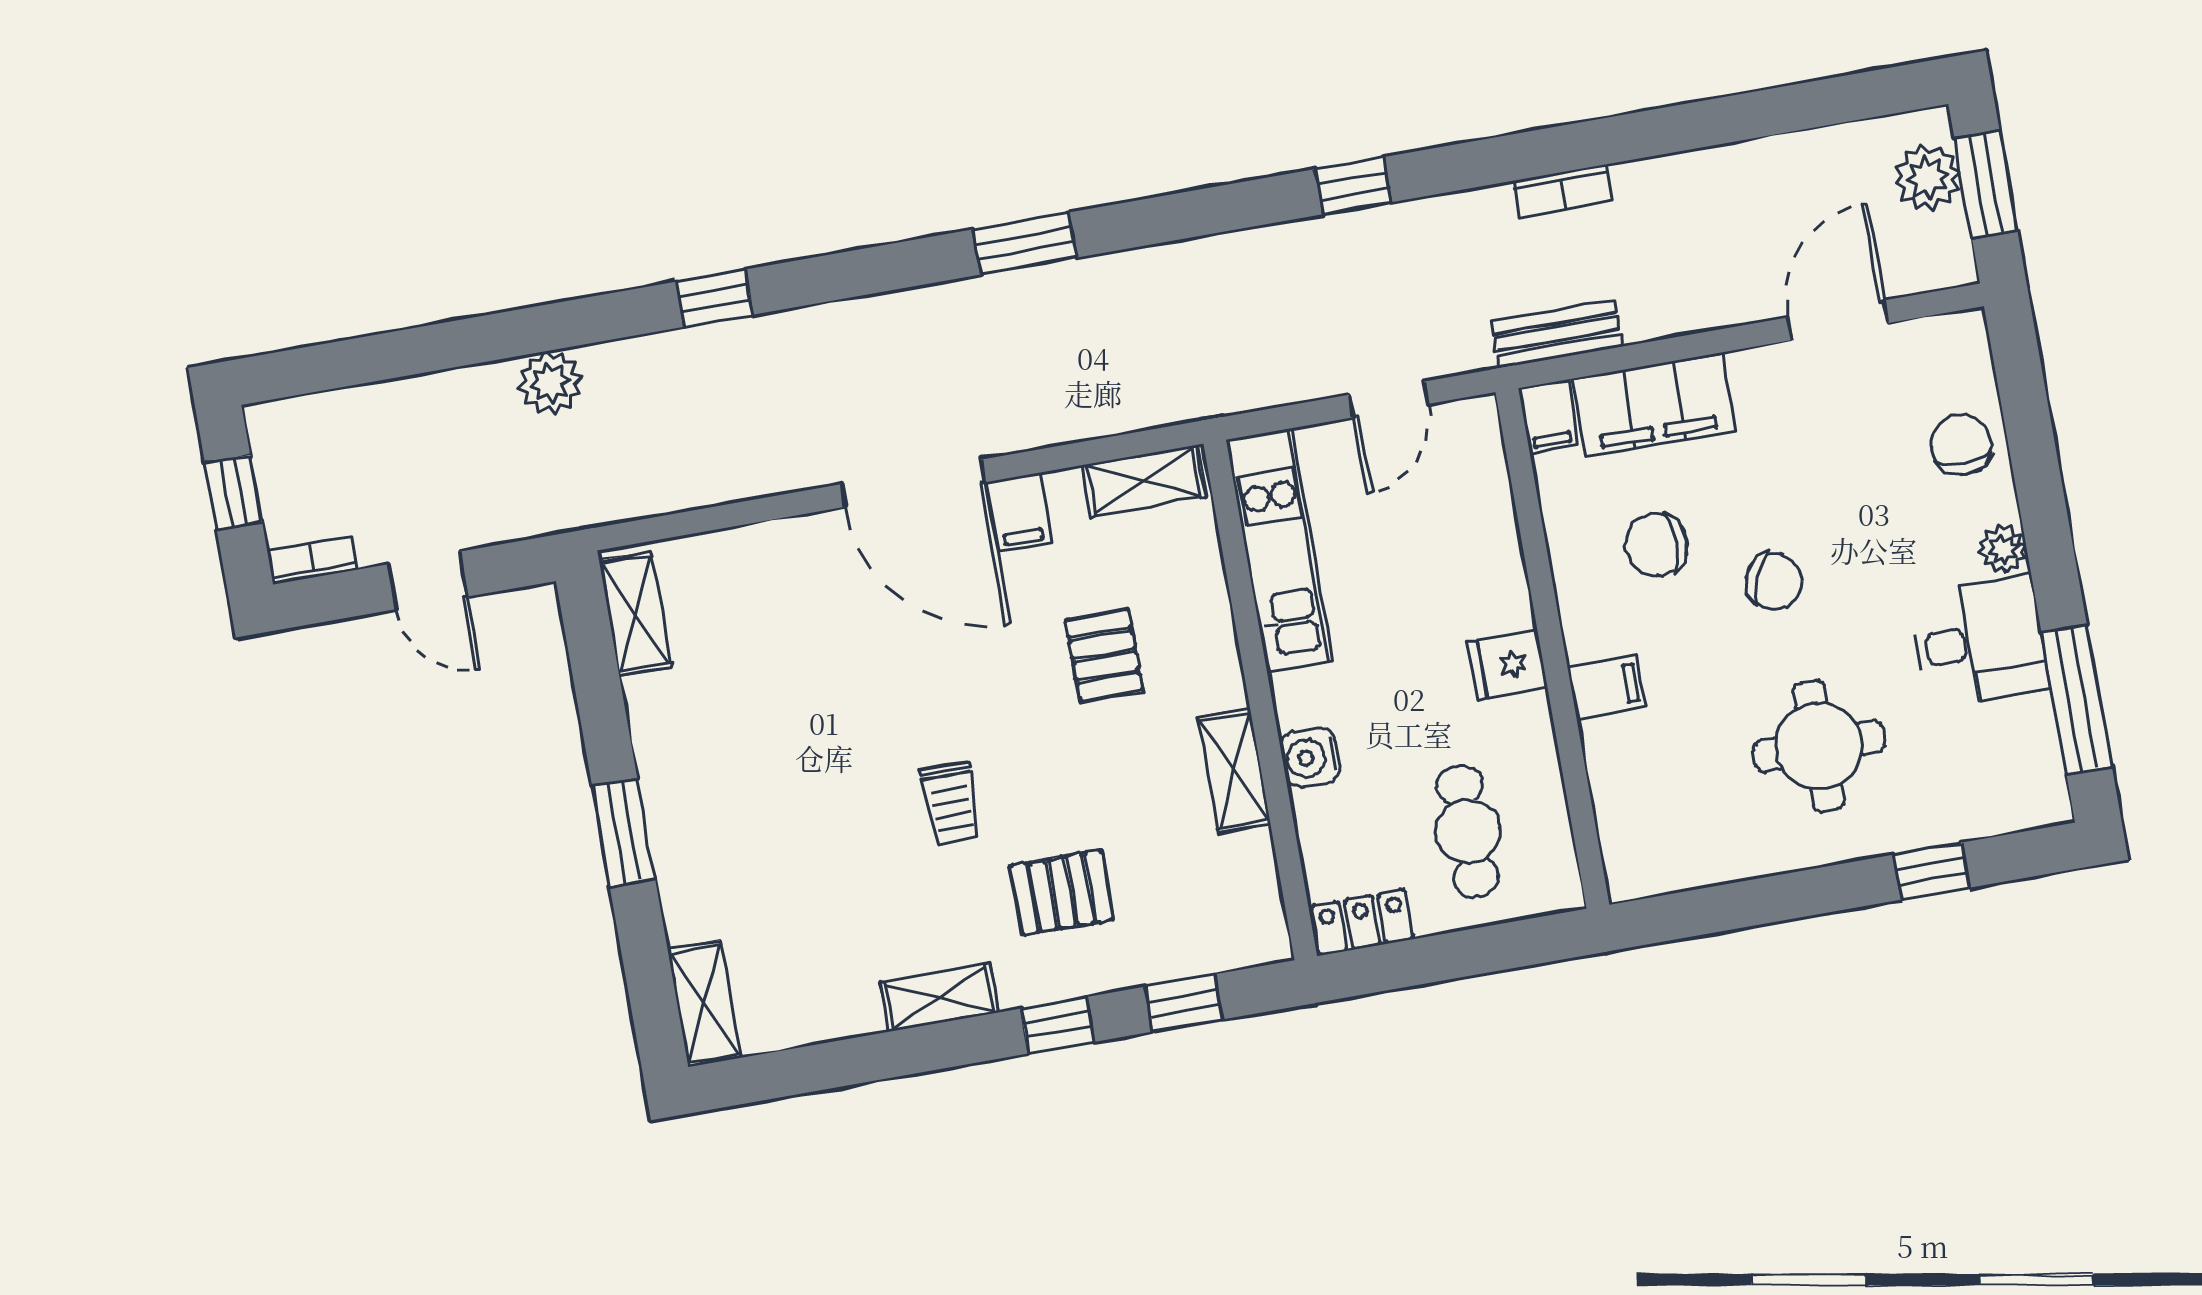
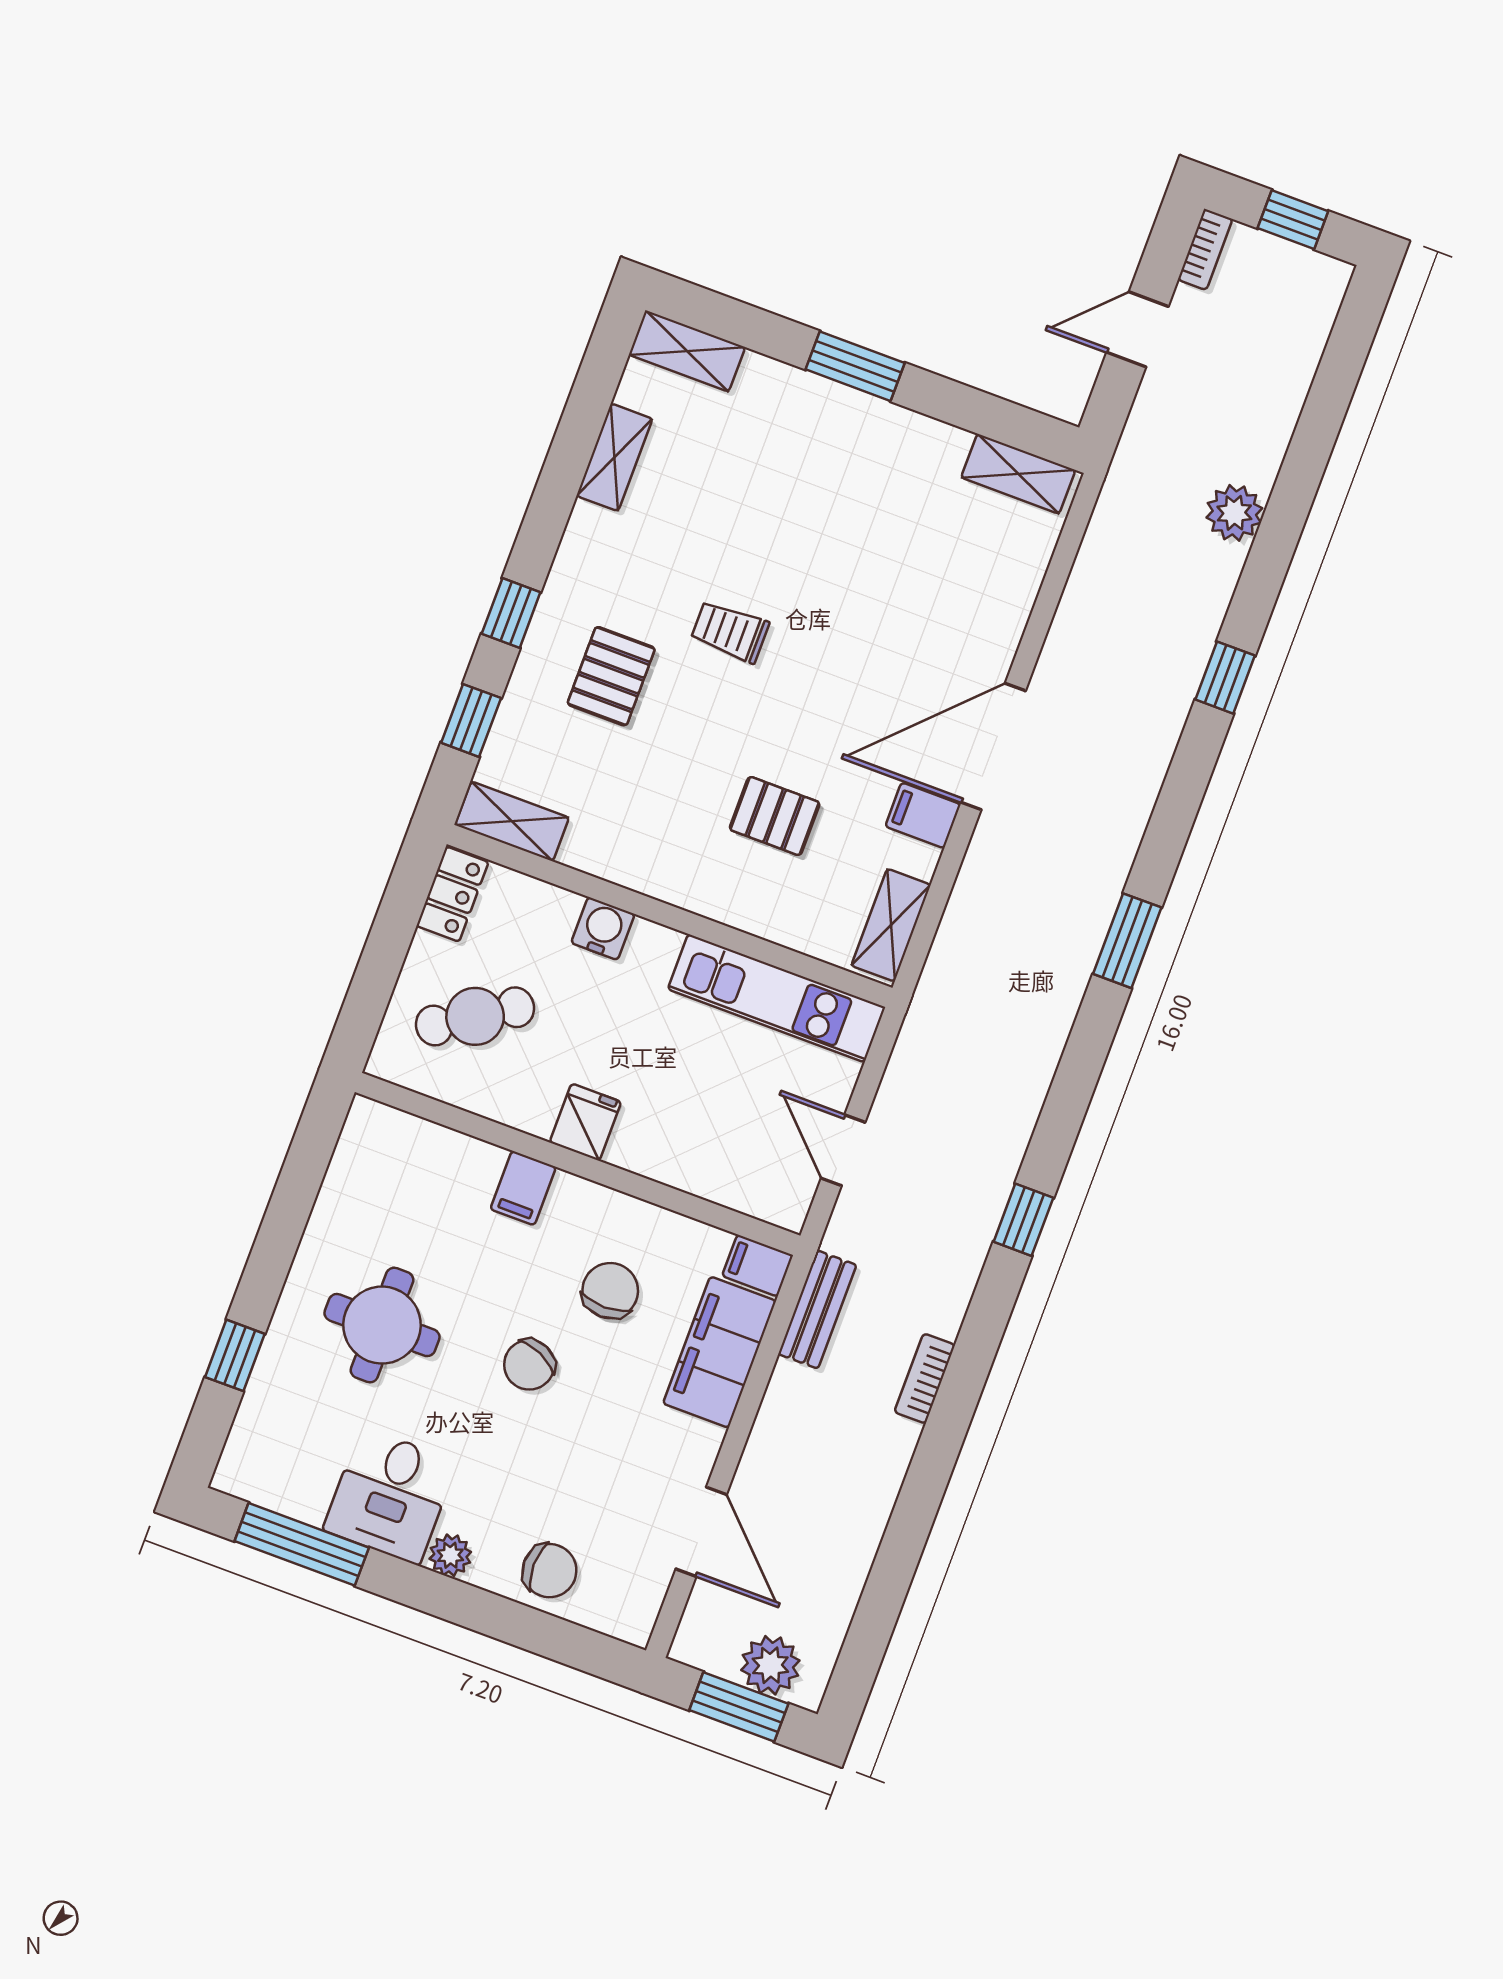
shelving: (1234, 770) -> (512, 821), moved
cafe table: (1468, 831) -> (475, 1016), turned -33
shelving: (939, 998) -> (614, 457), moved

